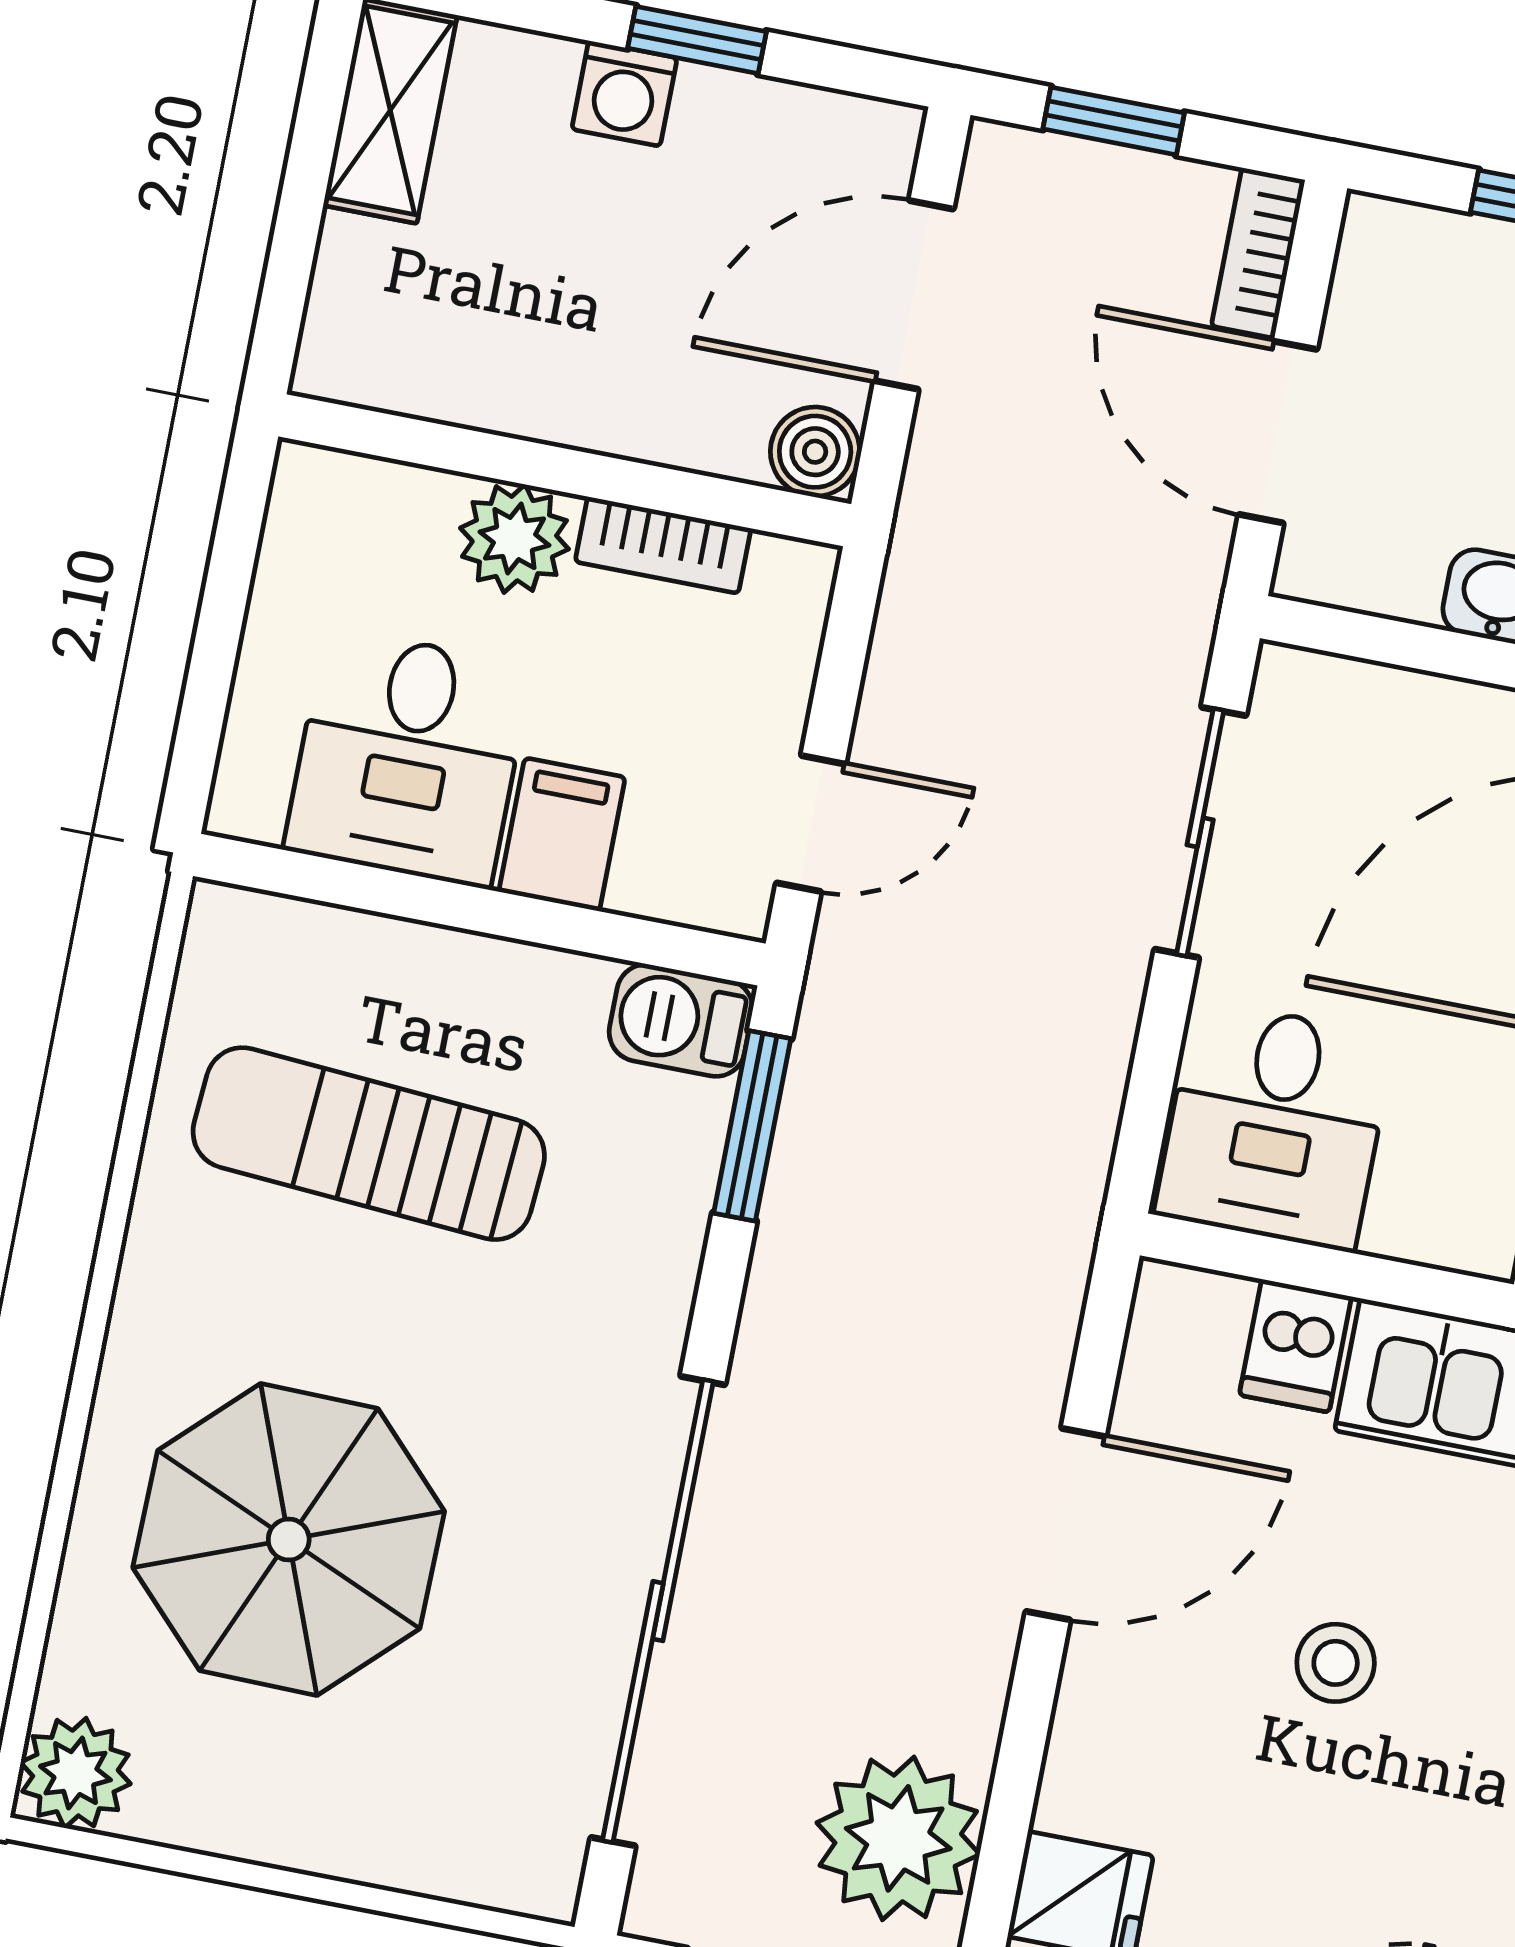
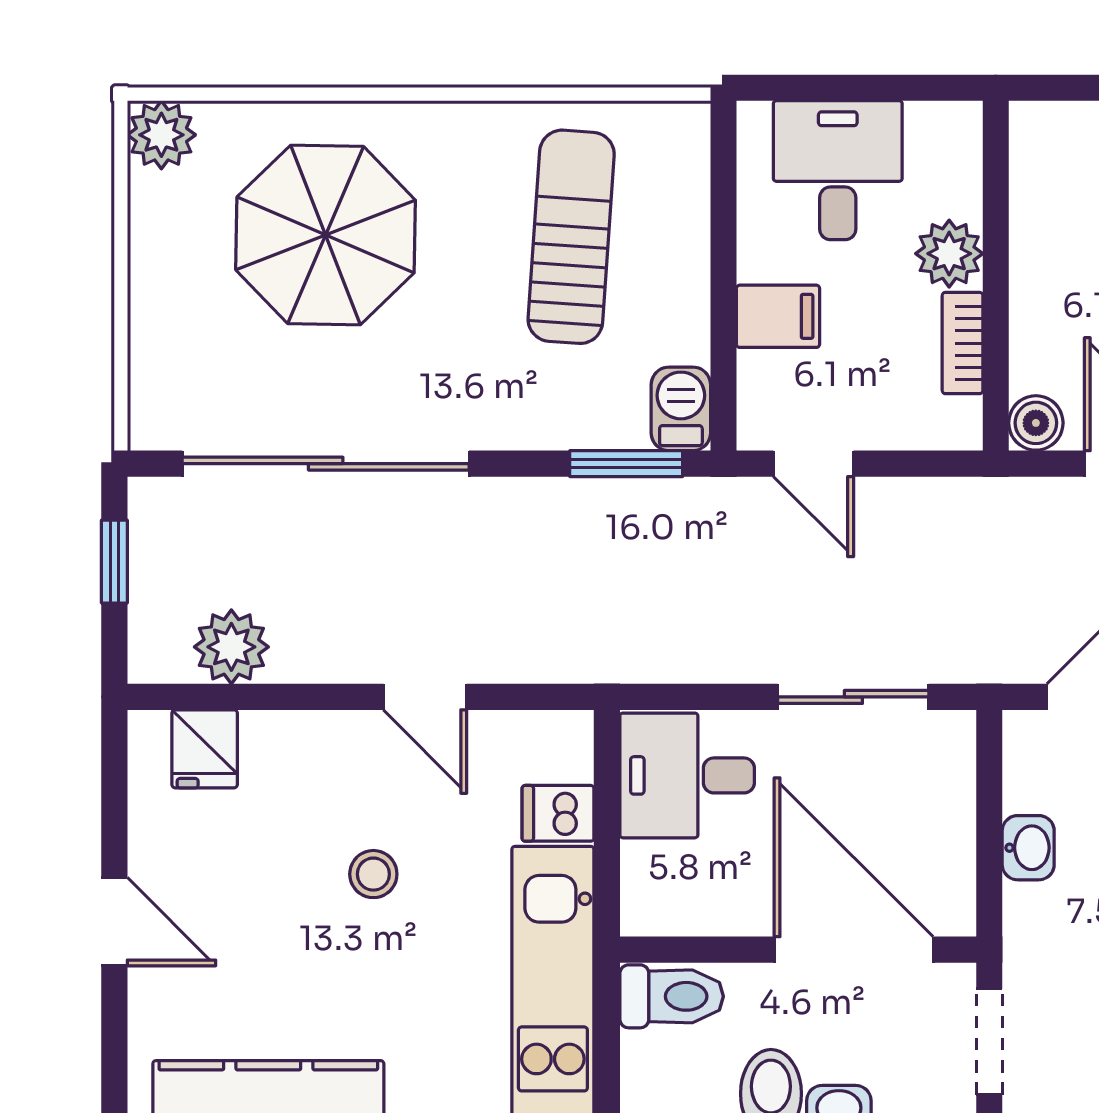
desk: (408, 758) -> (838, 170), moved, turned 90
door: (1066, 1524) -> (425, 697), width x0.73
plant: (898, 1838) -> (231, 647), width x0.73, depth x0.73

